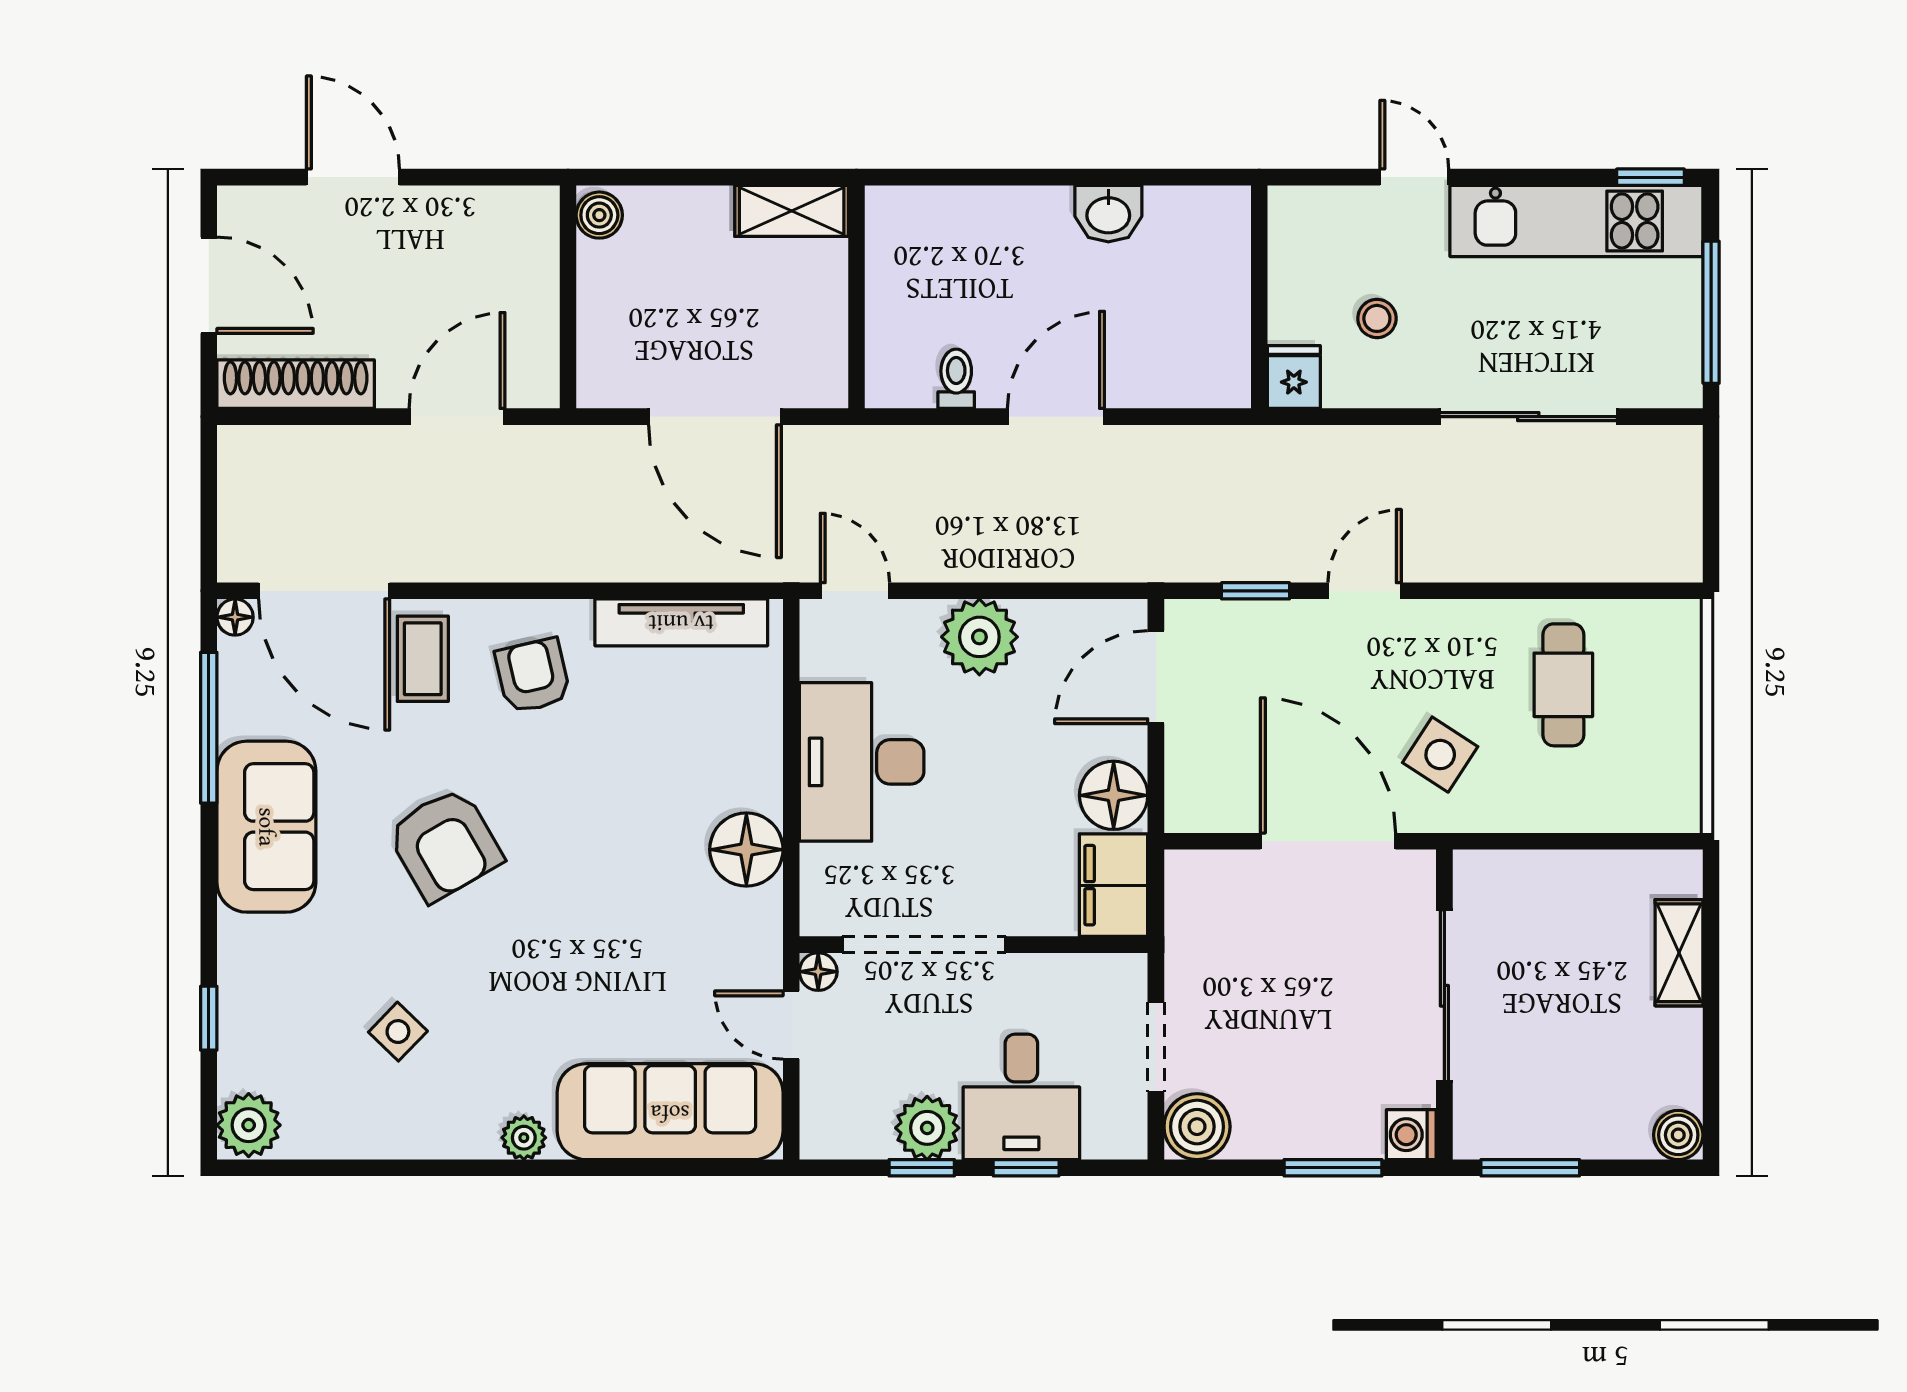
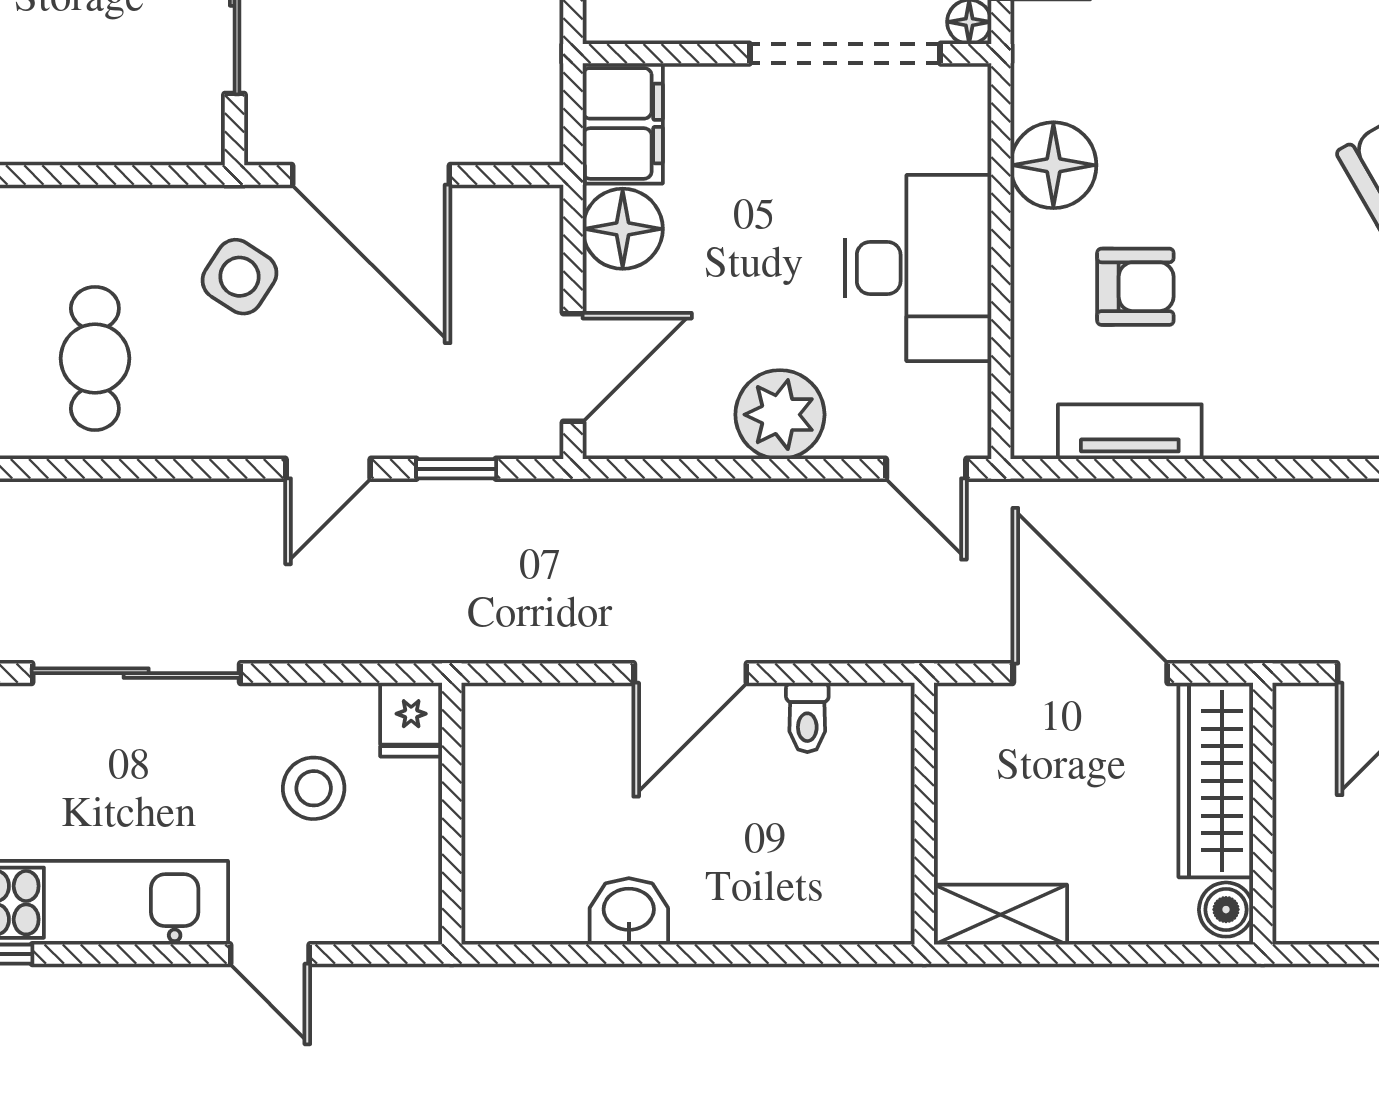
stool: (1377, 318) -> (314, 788), width x1.37, depth x1.37
wardrobe: (608, 325) -> (1216, 781), added
tv unit: (681, 622) -> (1130, 432), width x0.71
armchair: (533, 676) -> (1135, 287), moved, turned -77

